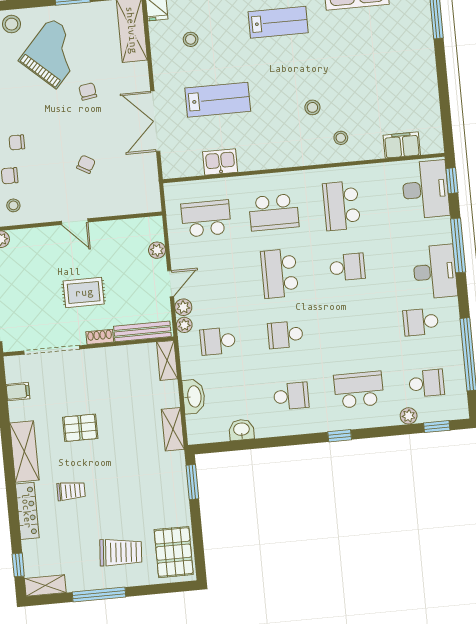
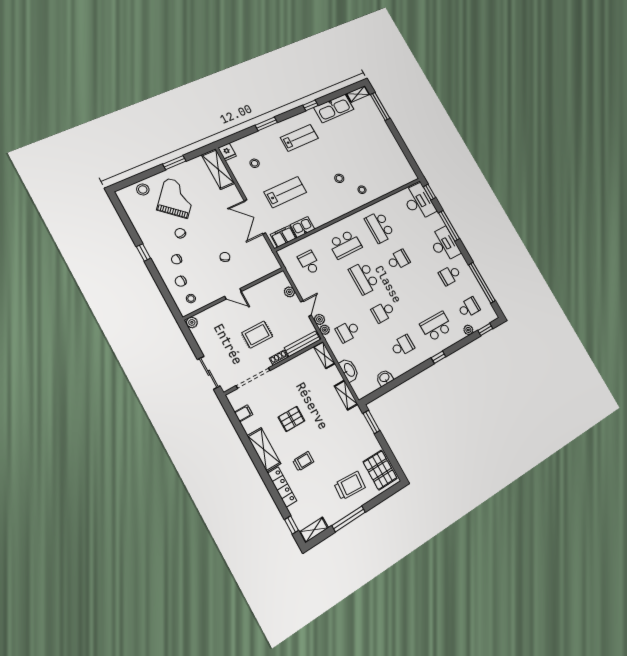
chair: (88, 91) -> (180, 233), moved
filing cabinet: (402, 145) -> (283, 236), moved
school desk: (206, 219) -> (309, 262), width x0.54

